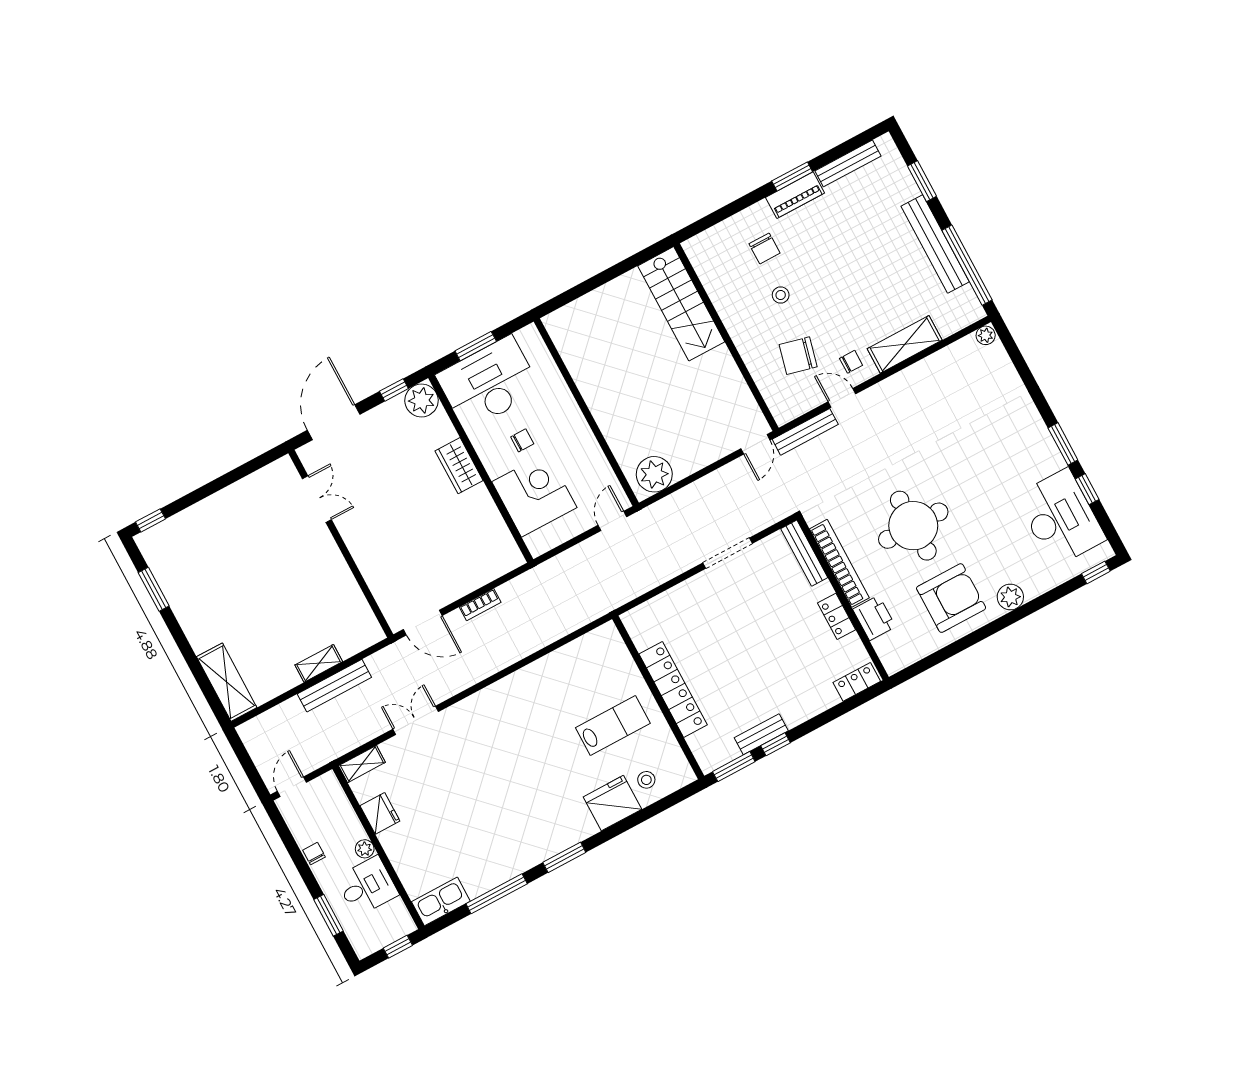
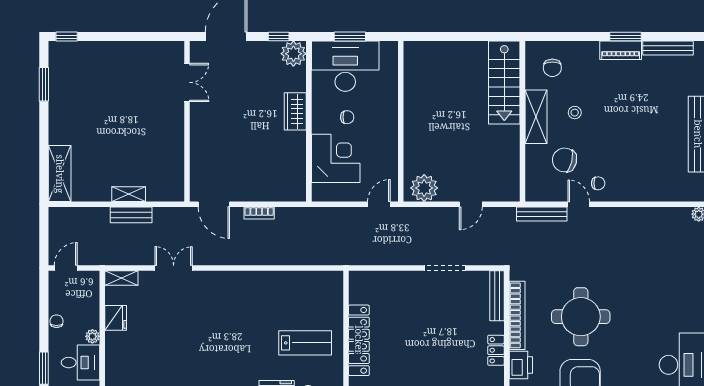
chair: (765, 248) -> (552, 68), moved
shelving: (905, 344) -> (536, 117), moved, turned 90
door: (755, 444) -> (471, 204), moved
bench: (334, 686) -> (131, 215), width x0.73

